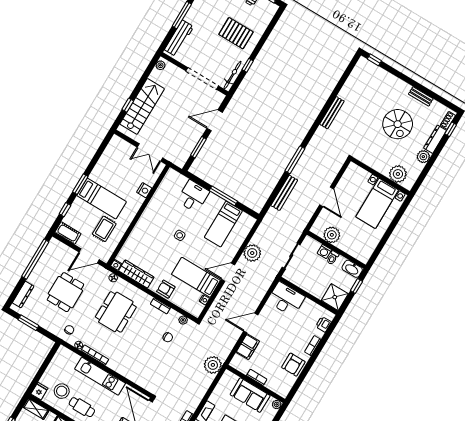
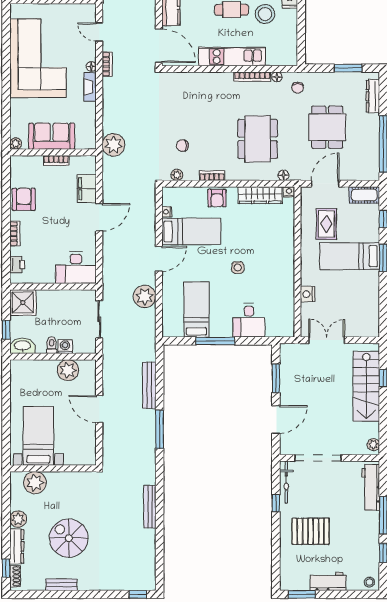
armchair: (166, 289) -> (217, 198), turned 90

